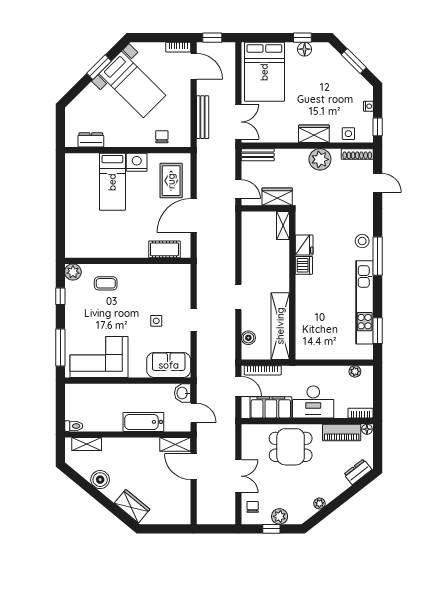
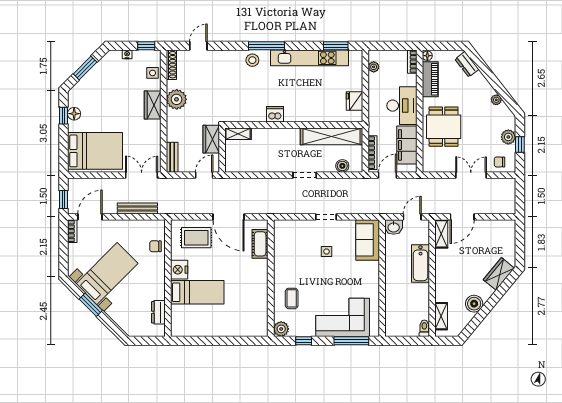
fridge: (304, 245) -> (354, 101), moved, turned -90
corner sofa: (99, 357) -> (343, 317), moved, turned 90

